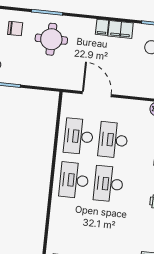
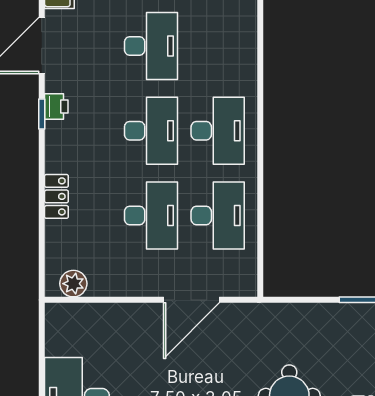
door: (97, 94) -> (191, 300), hinge flipped
desk: (104, 228) -> (151, 46), added

